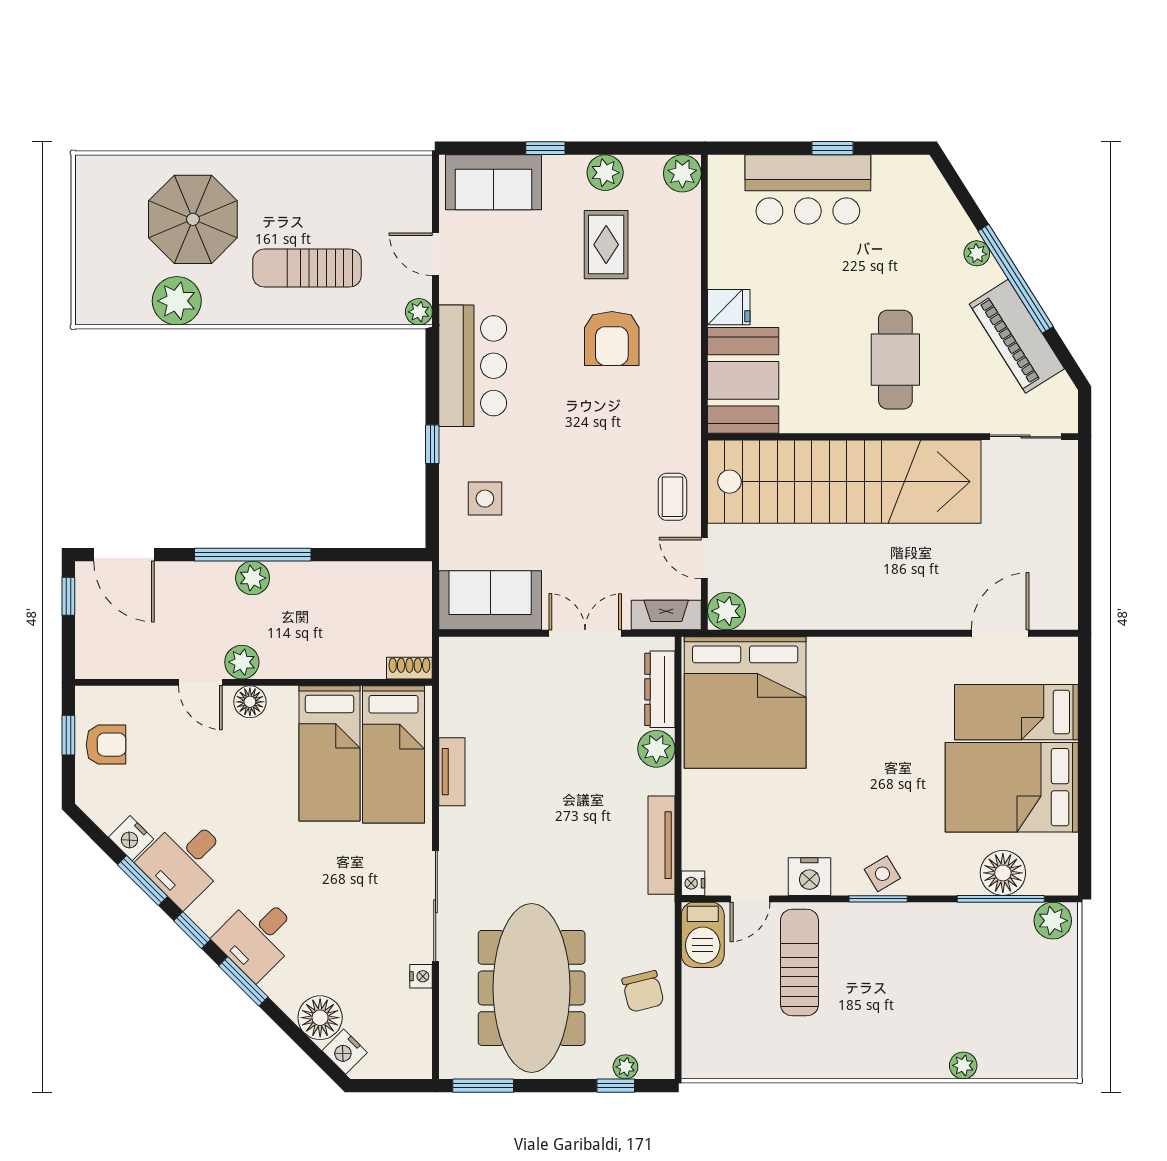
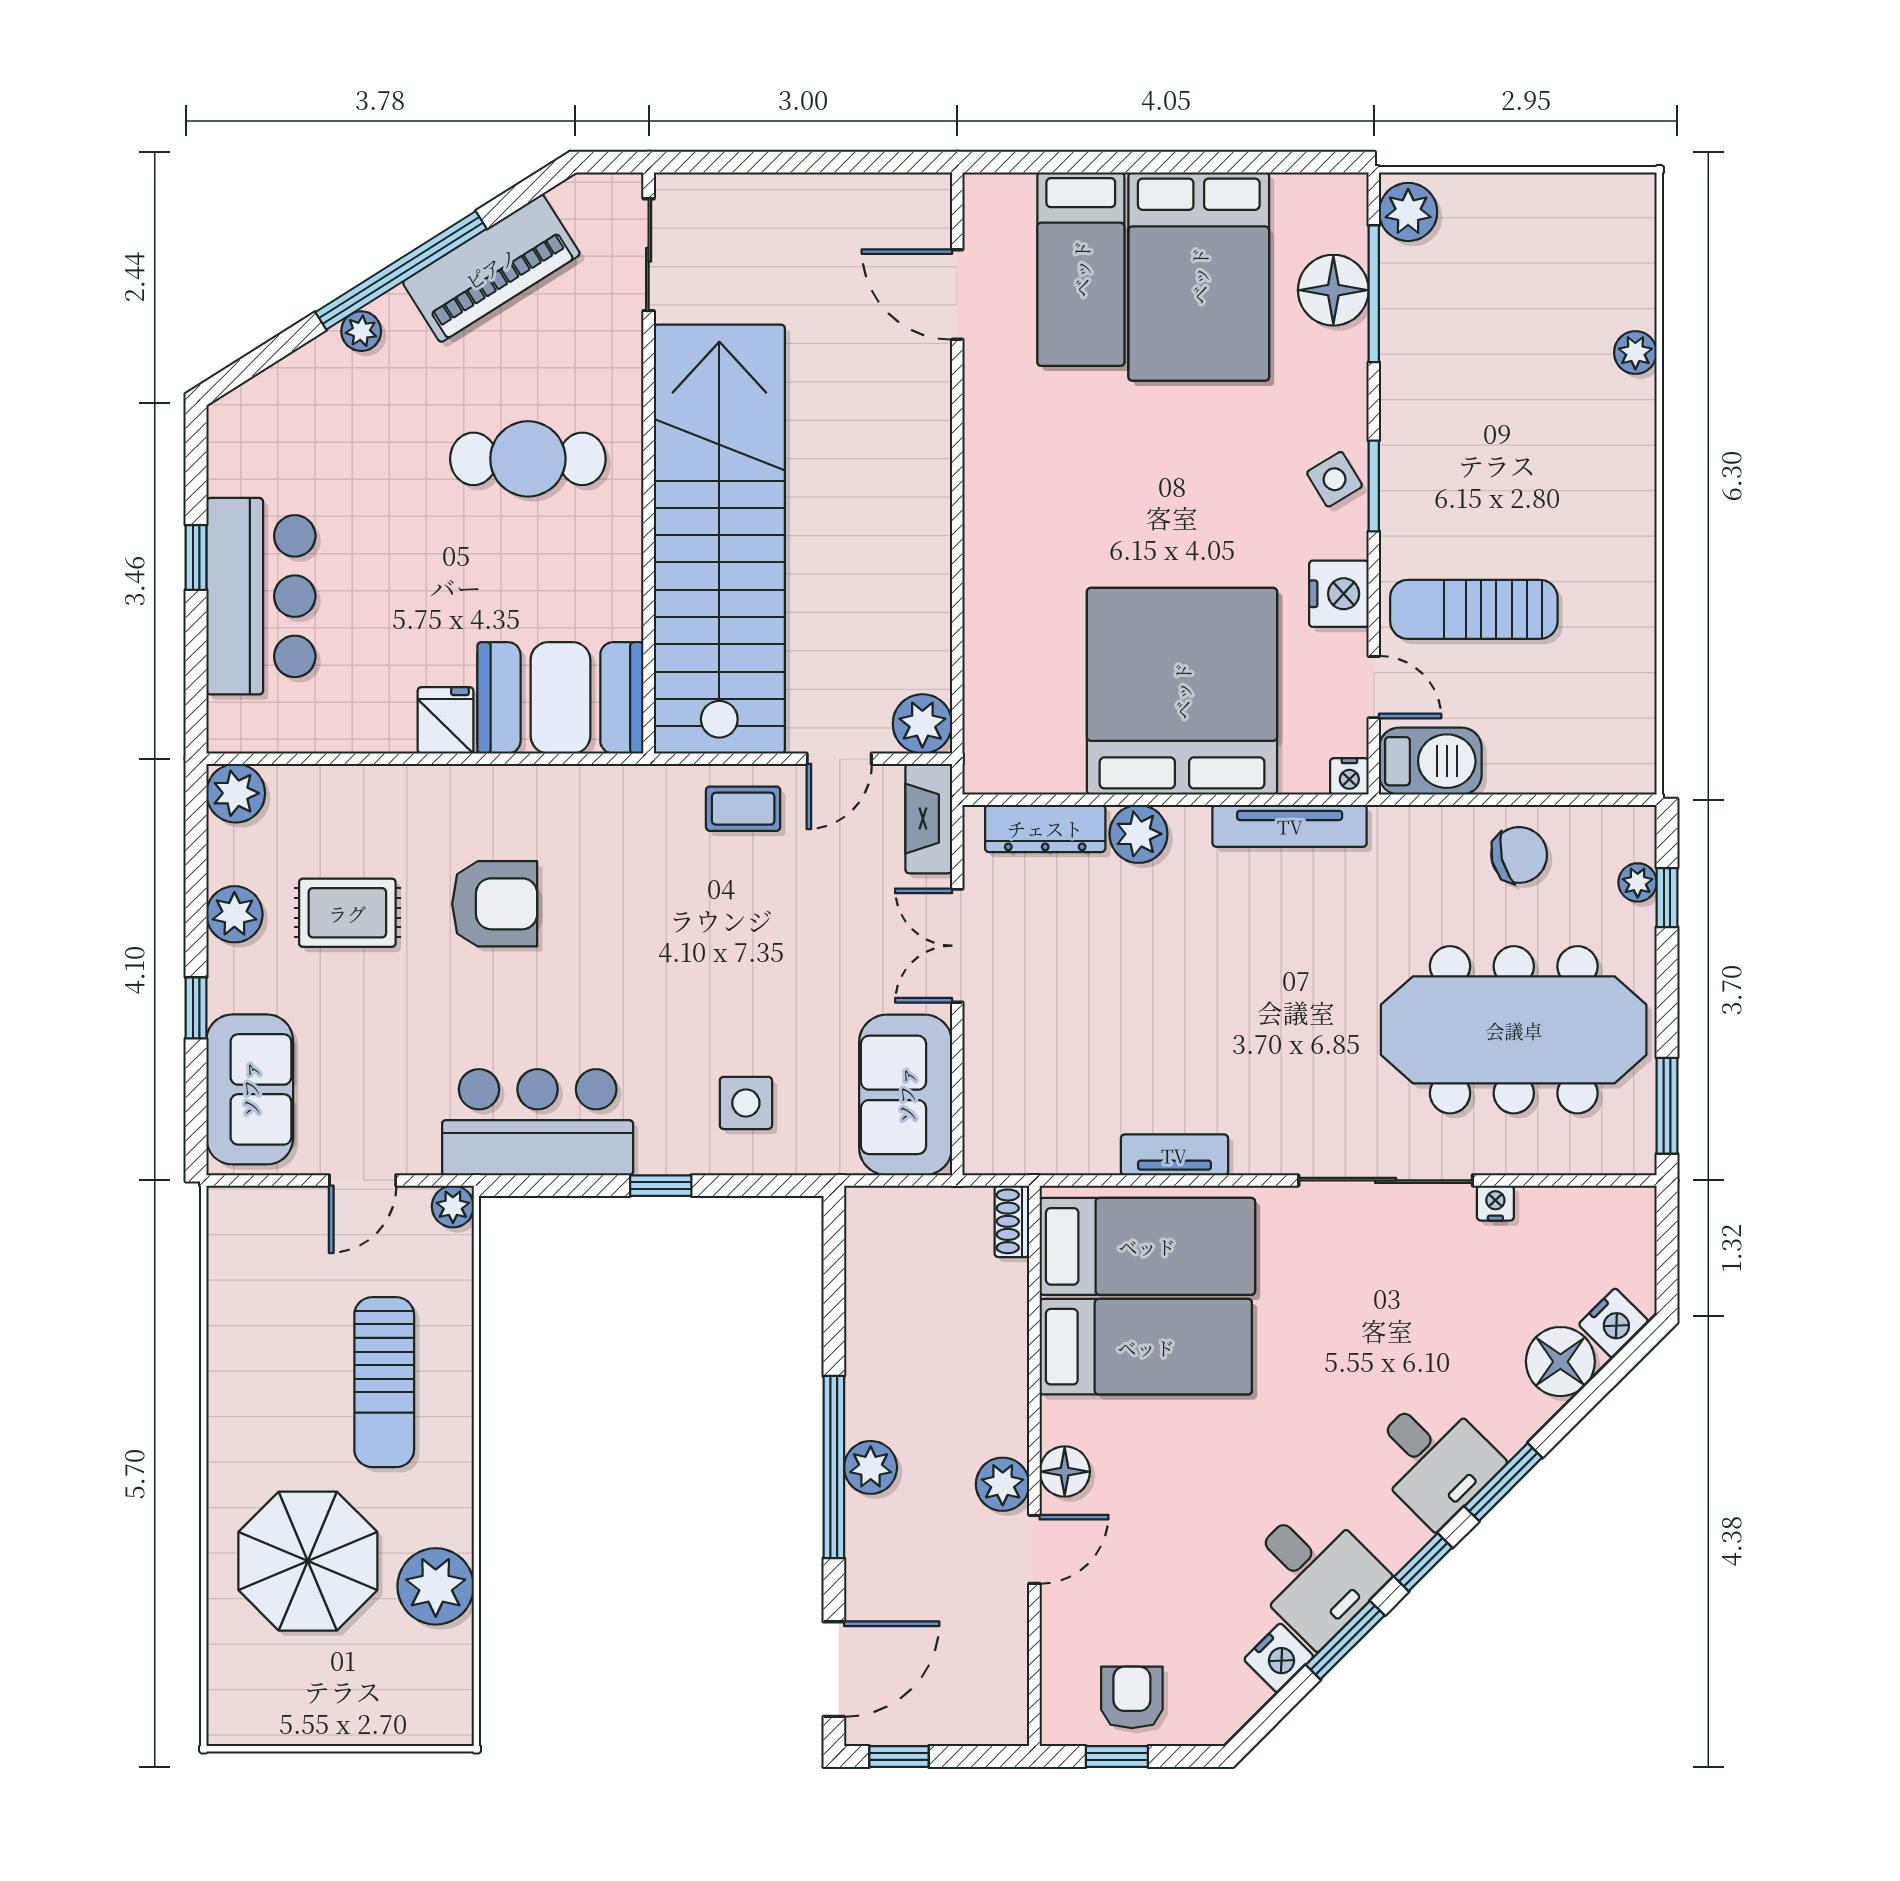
bed: (745, 702) -> (1182, 691), moved, turned -90

